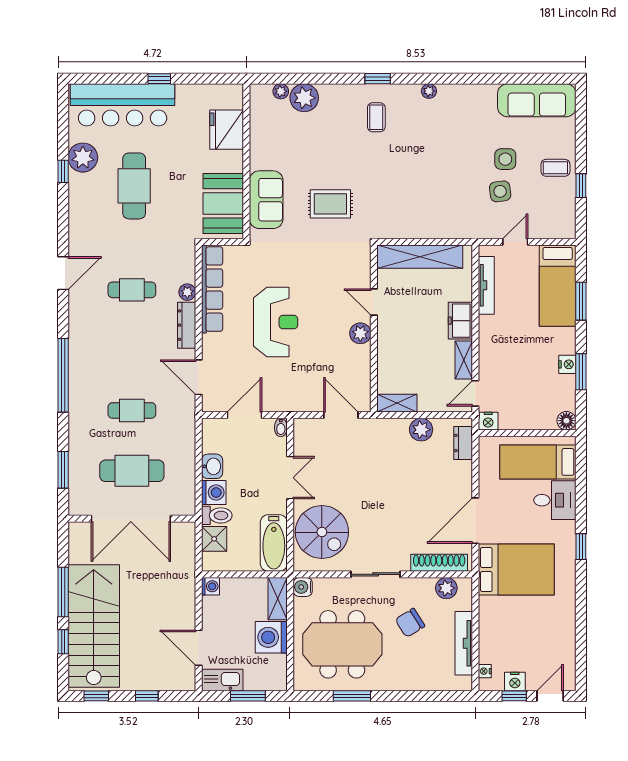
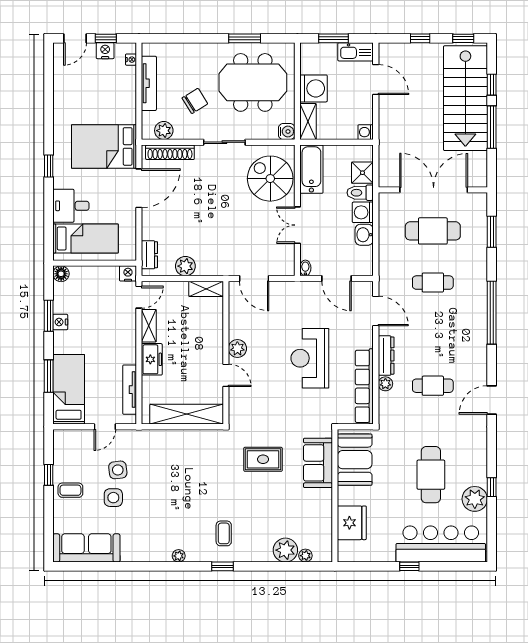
door: (245, 415) -> (336, 279), hinge flipped

